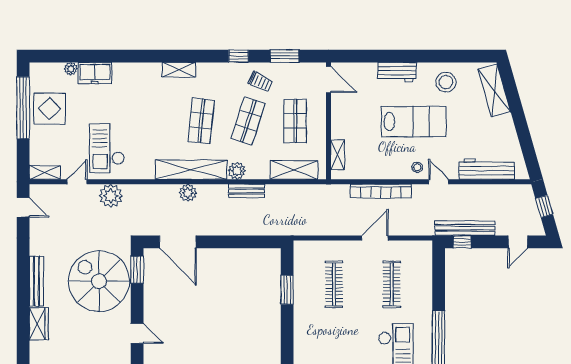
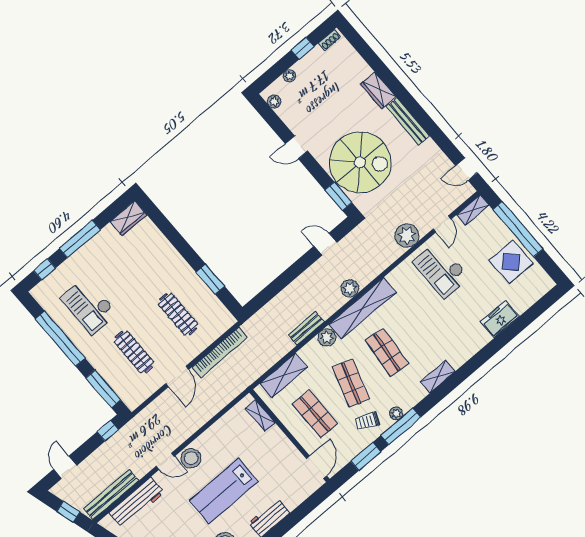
window: (239, 56) -> (401, 426), width x2.17
plant: (71, 69) -> (396, 414), moved
door: (328, 80) -> (317, 467), swing flipped
window: (23, 108) -> (518, 229), moved
checkout: (107, 148) -> (441, 269), turned 180
stool: (417, 167) -> (191, 458), width x1.89, depth x1.89
bookcase: (381, 191) -> (220, 352), moved, turned 180
bench: (465, 228) -> (111, 495), moved
door: (178, 242) -> (325, 244), width x0.53
window: (439, 276) -> (103, 389), added

